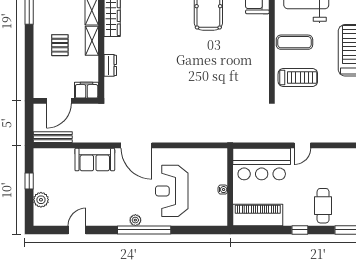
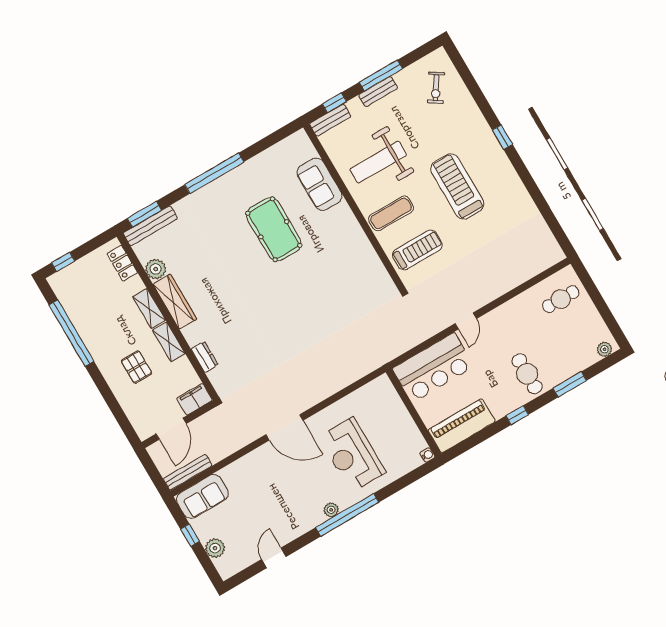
sofa: (95, 160) -> (202, 496), moved
water cooler: (223, 190) -> (427, 455), moved

